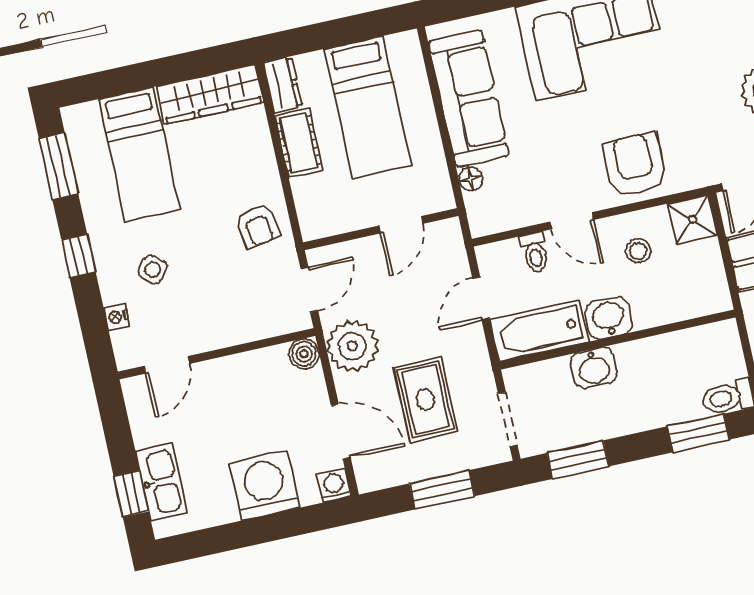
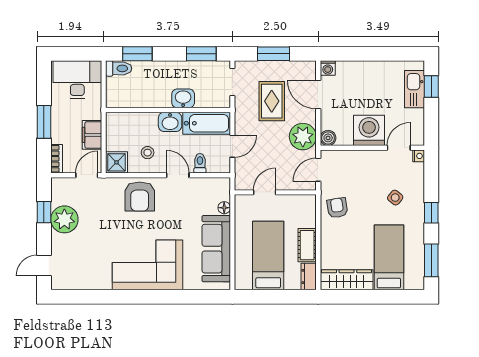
nightstand: (117, 317) -> (419, 156), moved
washing machine: (264, 485) -> (369, 130), moved, turned 180

